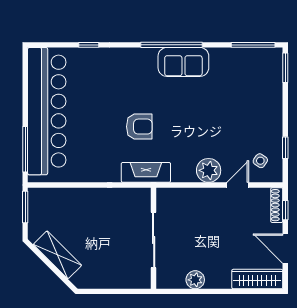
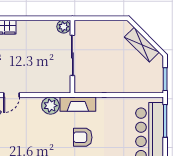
plant: (209, 170) -> (50, 106), moved
plant: (195, 280) -> (64, 27), moved

